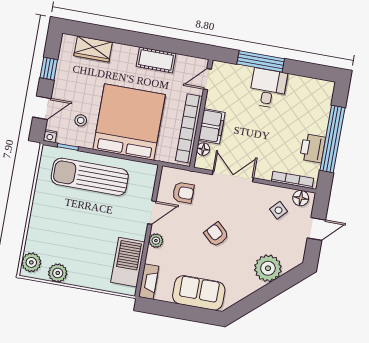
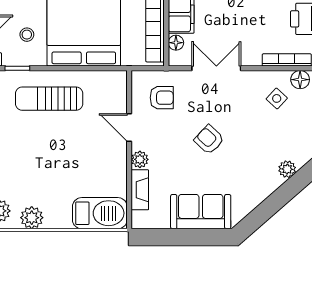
sun lounger: (90, 177) -> (49, 99), width x0.73, depth x0.75
door: (152, 213) -> (129, 128), swing flipped
barbecue: (128, 262) -> (100, 213), moved, turned 90
plant: (268, 268) -> (287, 169), width x0.53, depth x0.53
fireplace: (149, 282) -> (140, 190), moved

